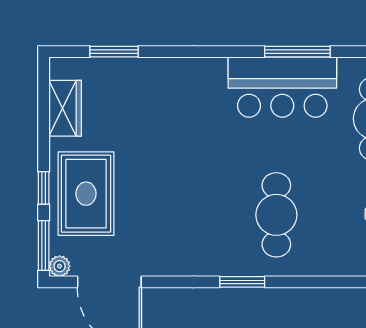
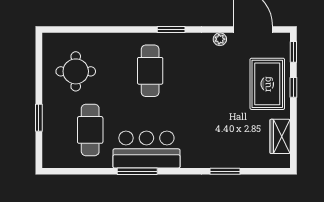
window: (114, 52) -> (225, 171), moved
window: (44, 246) -> (293, 52), width x0.67
plant: (60, 266) -> (220, 39), moved

